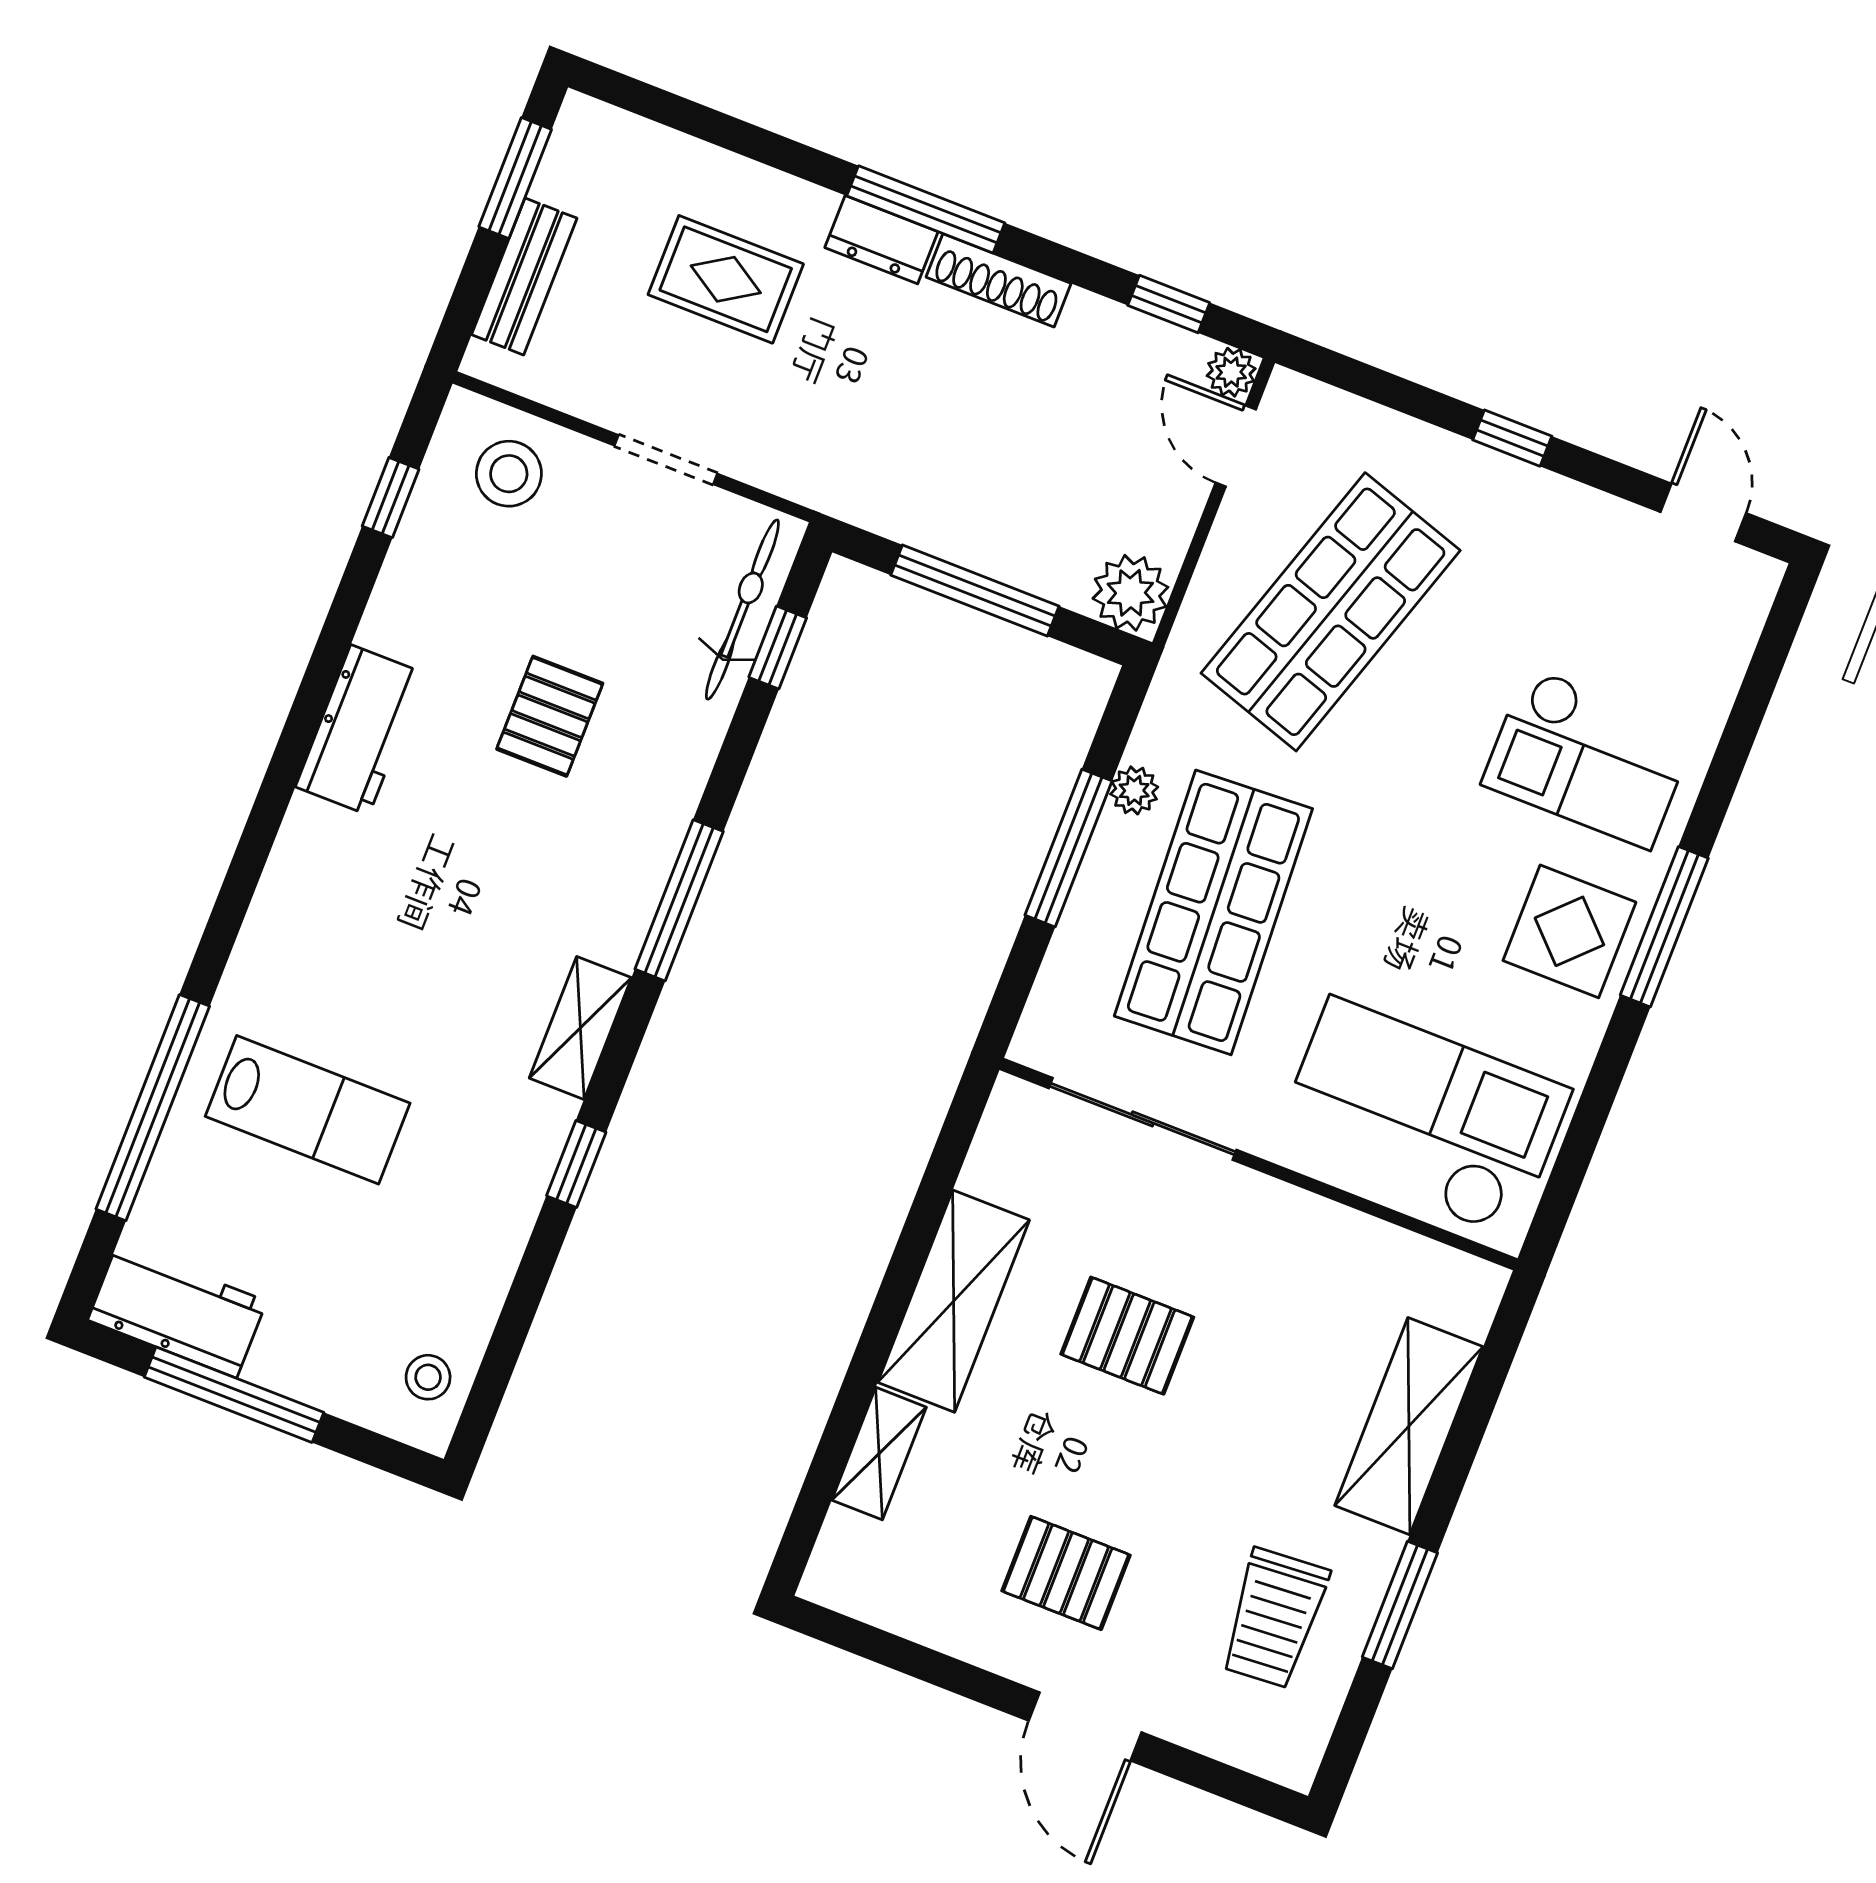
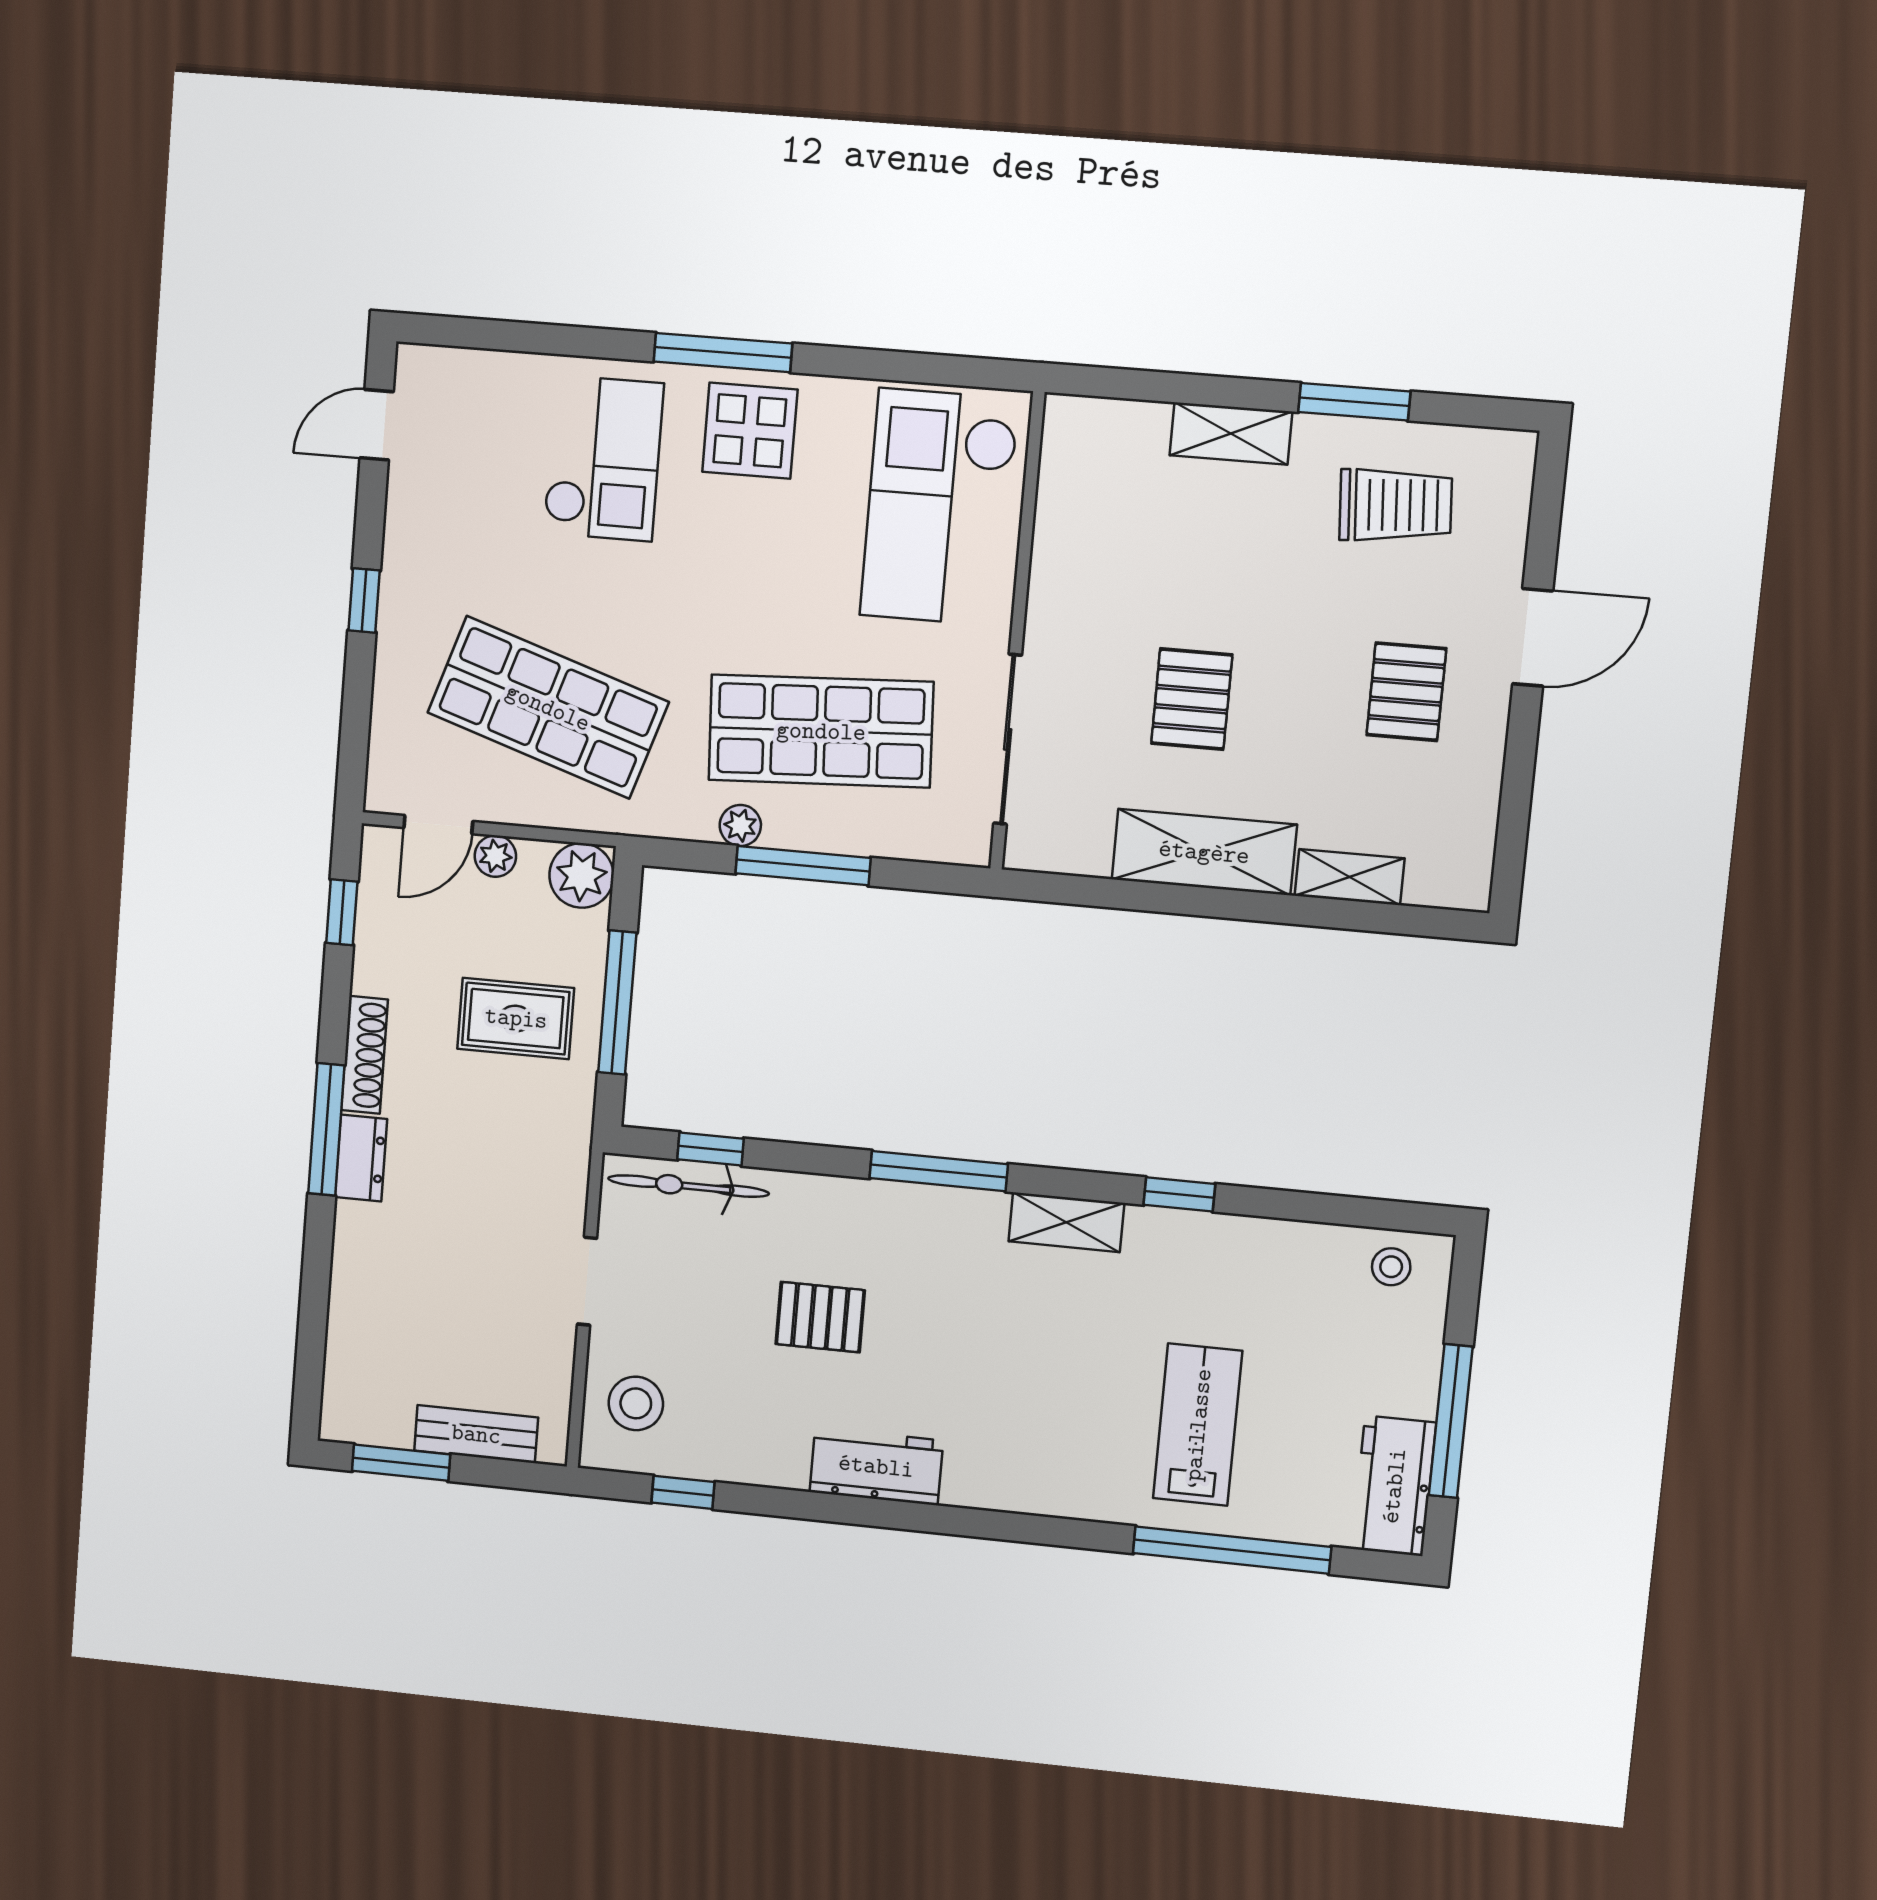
rug: (726, 279) -> (516, 1018), moved, turned 90
plant: (1231, 372) -> (495, 856), moved
shelving: (1409, 1426) -> (1231, 433), width x0.67, depth x0.75

